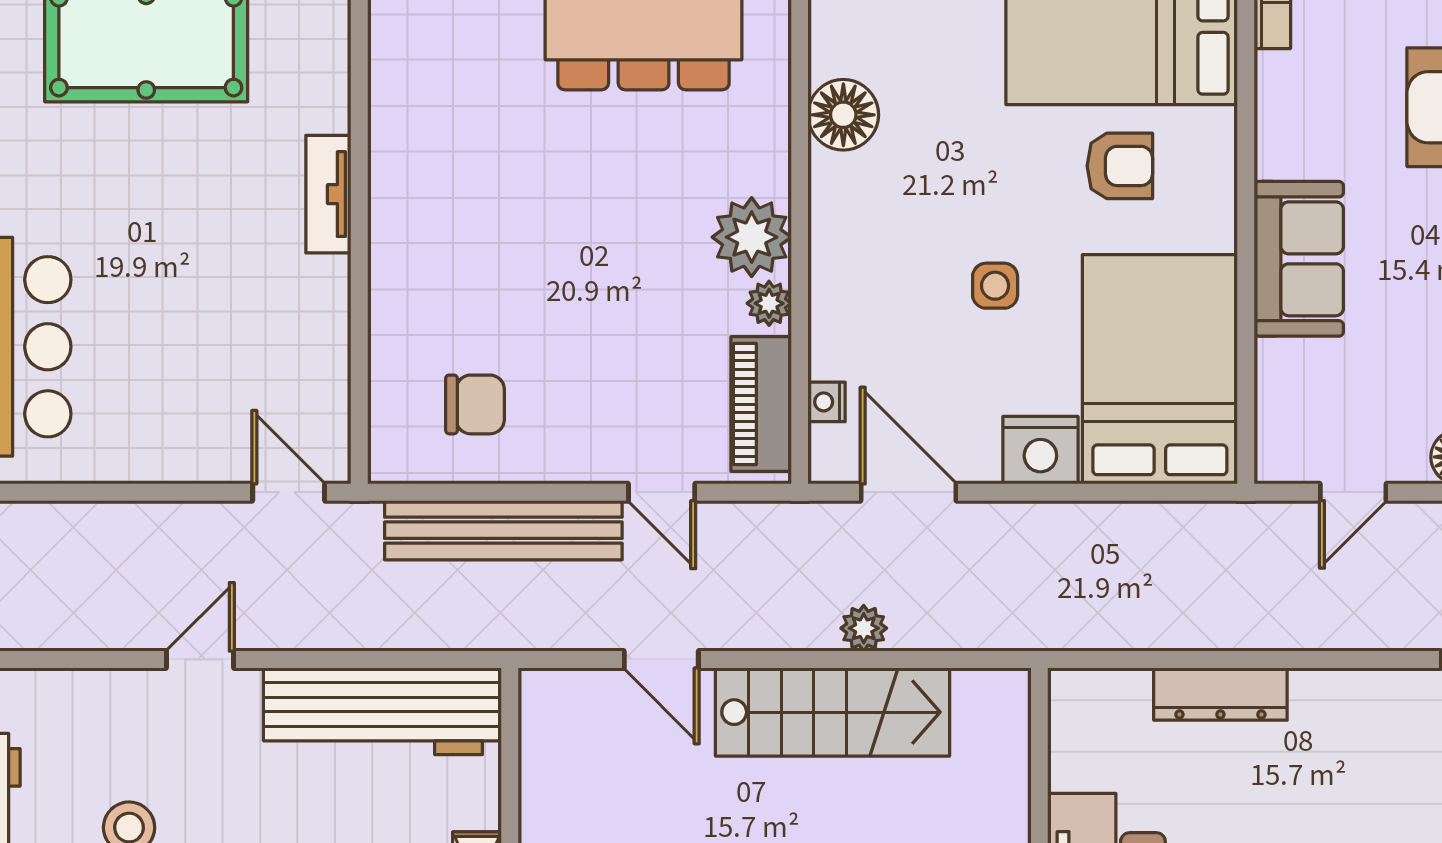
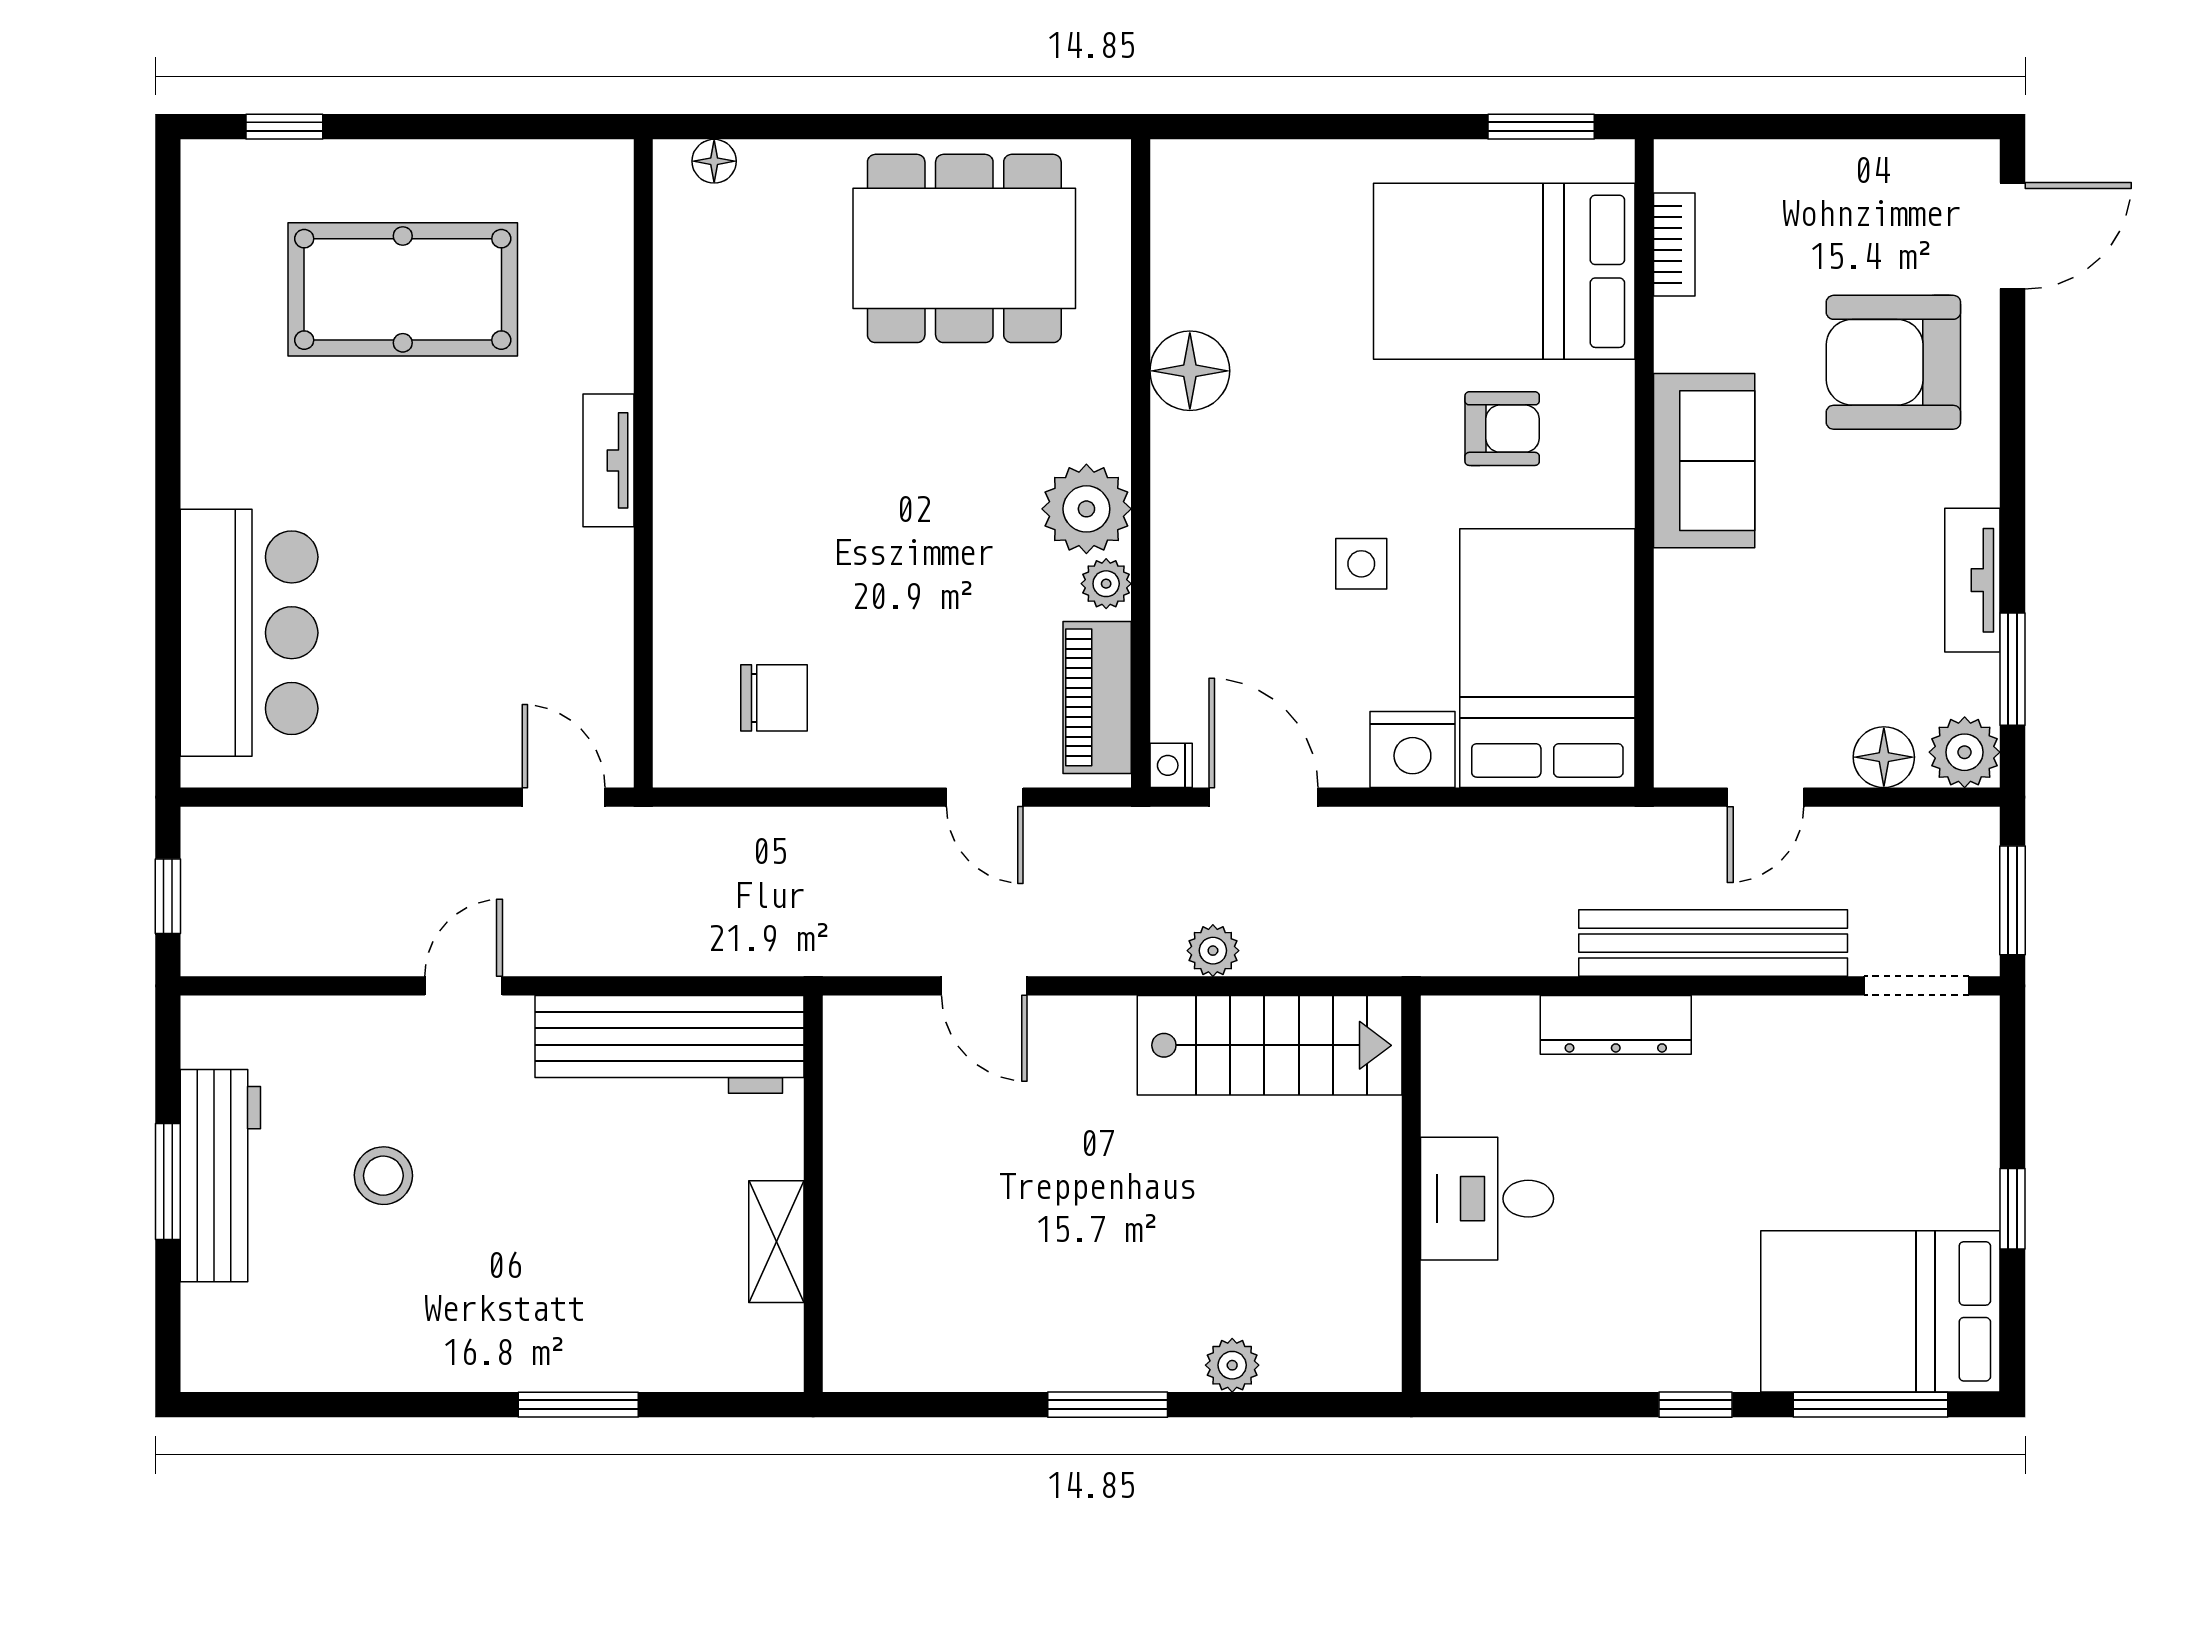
sofa: (1299, 259) -> (1704, 461), moved
nightstand: (827, 402) -> (1171, 765), moved
bench: (503, 530) -> (1713, 943), moved
stairs: (833, 712) -> (1270, 1045), moved

